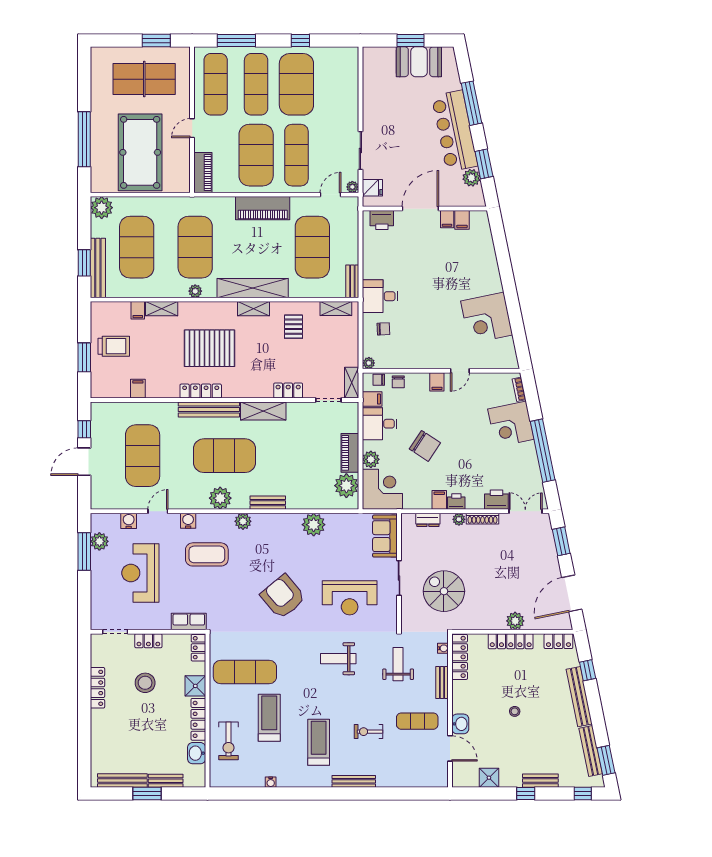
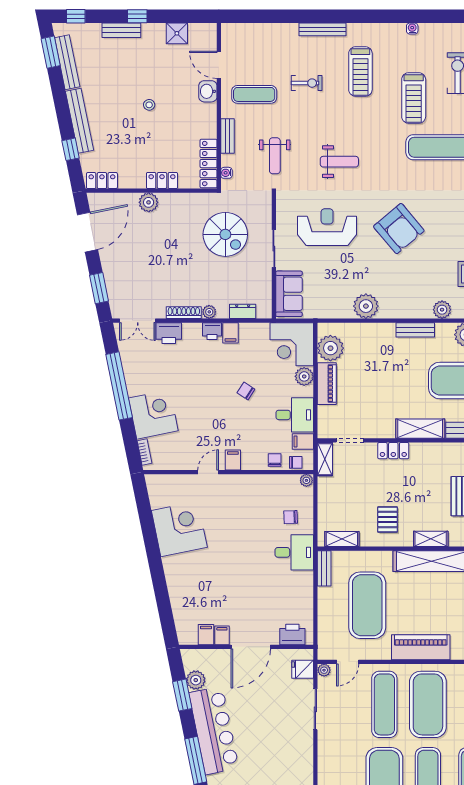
chair: (425, 446) -> (246, 391), width x0.54, depth x0.54
locker: (511, 641) -> (162, 180), width x0.66

